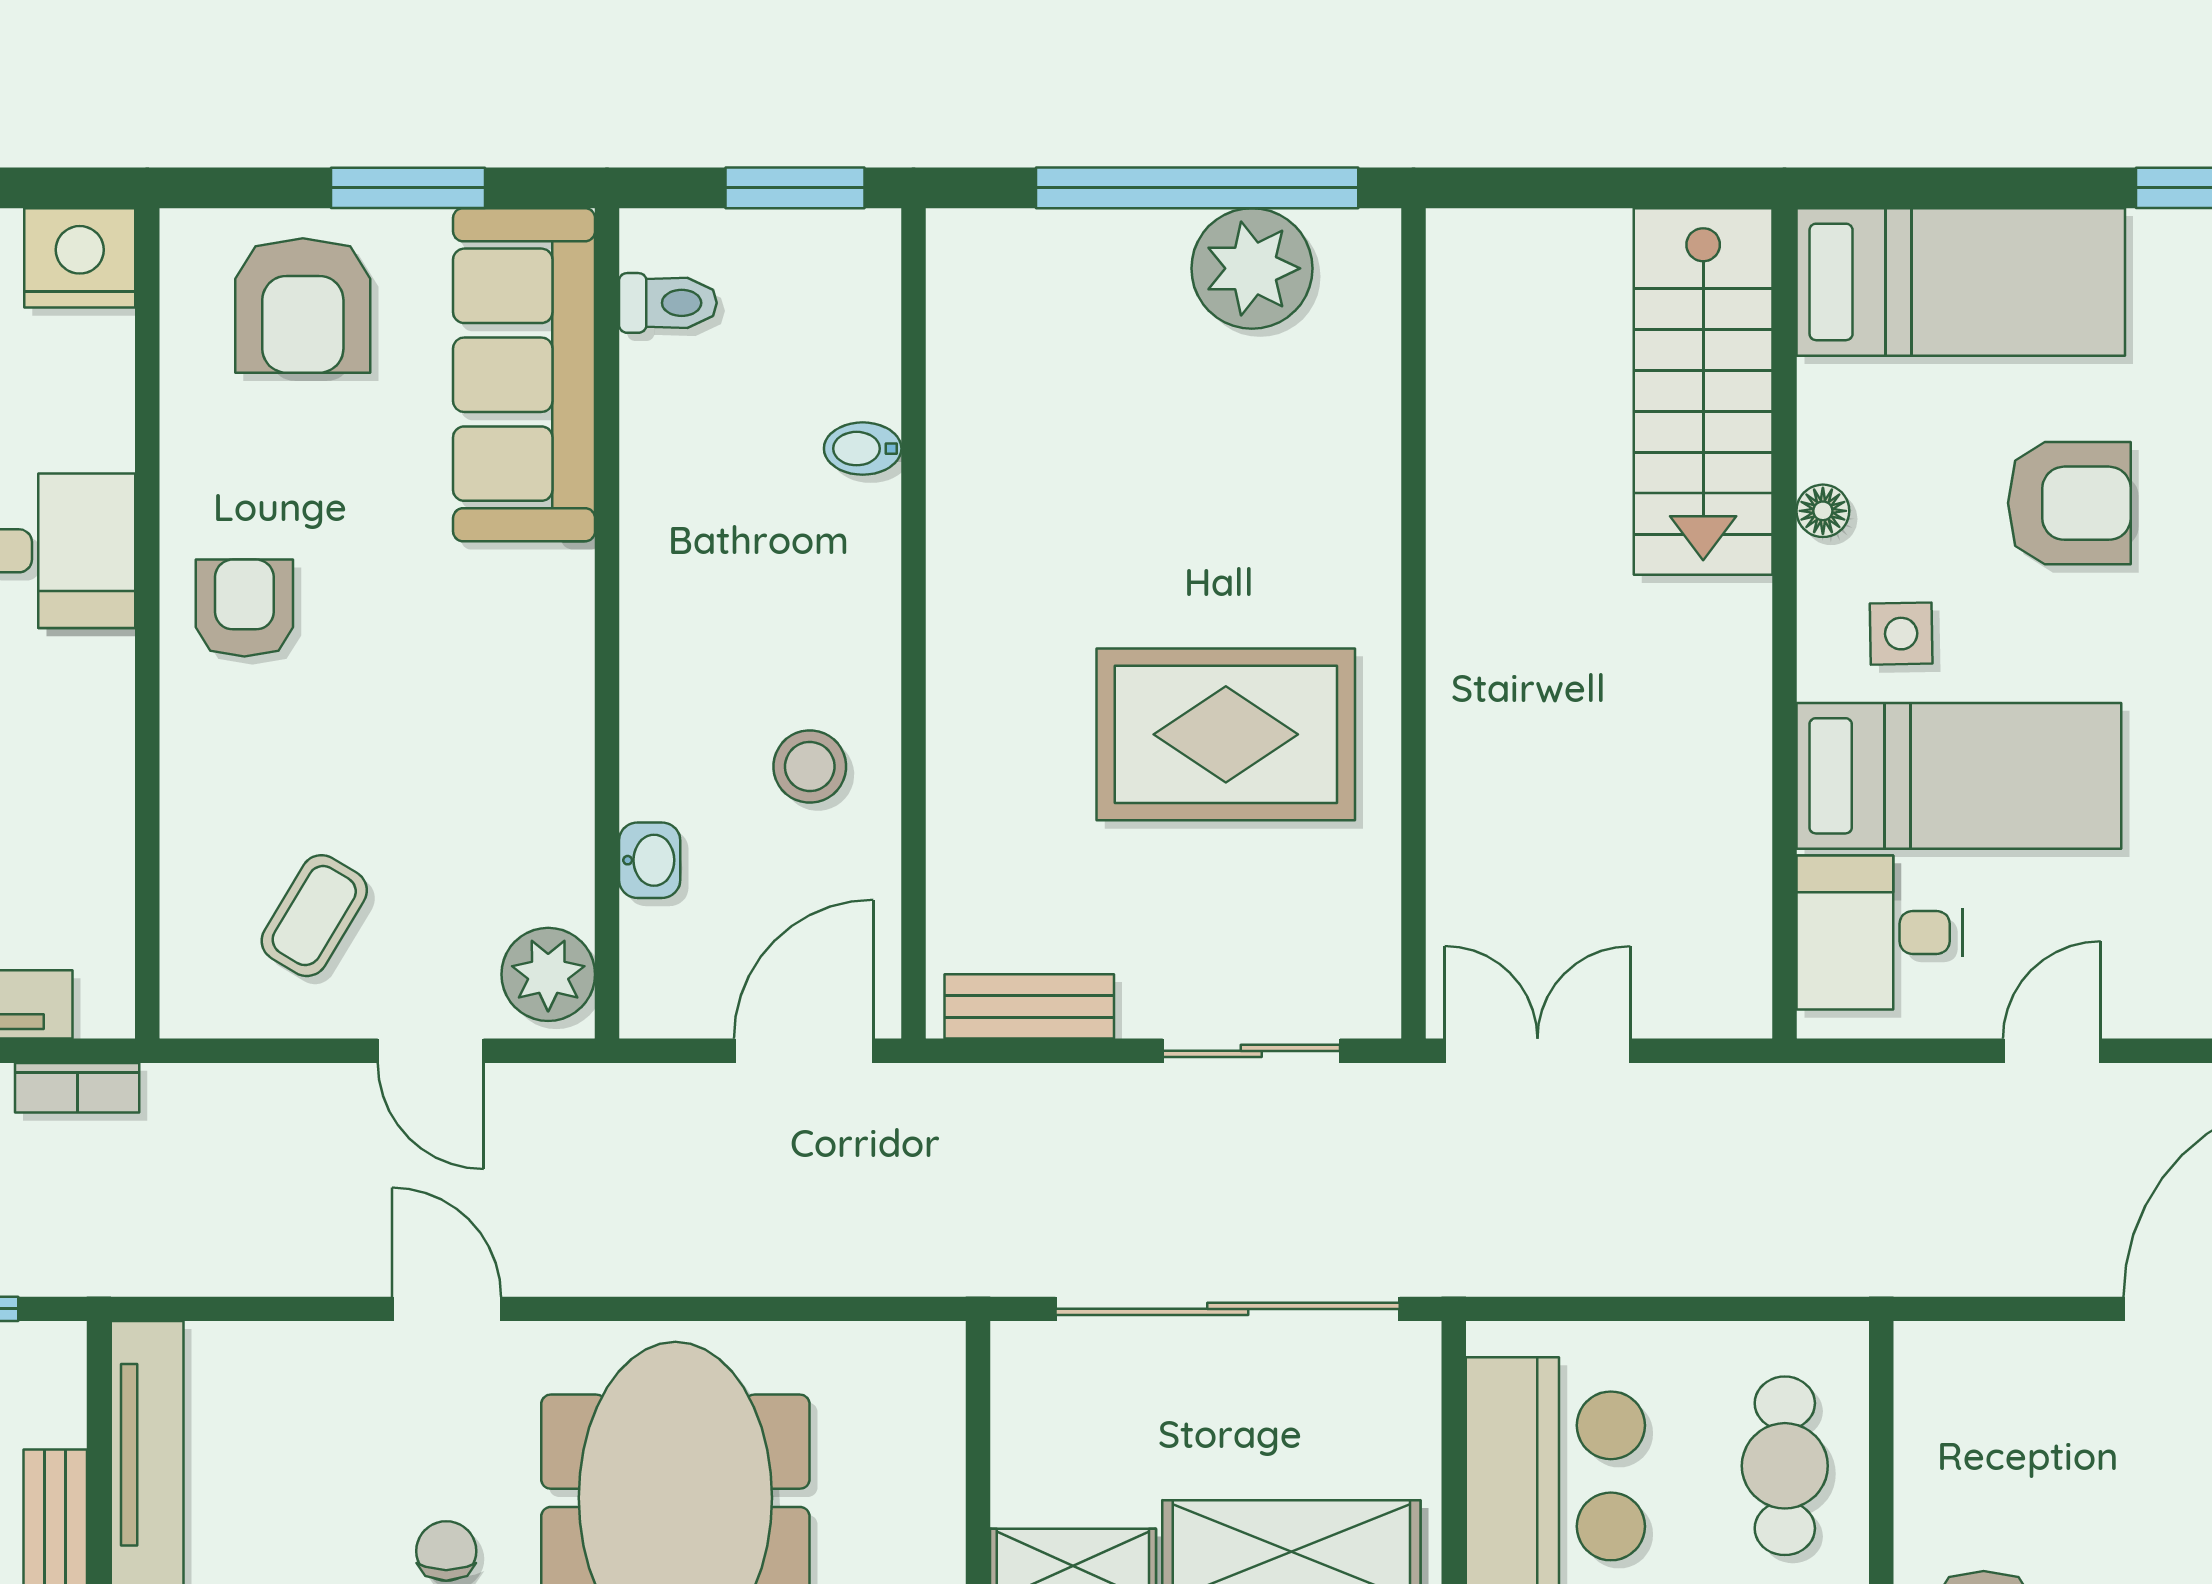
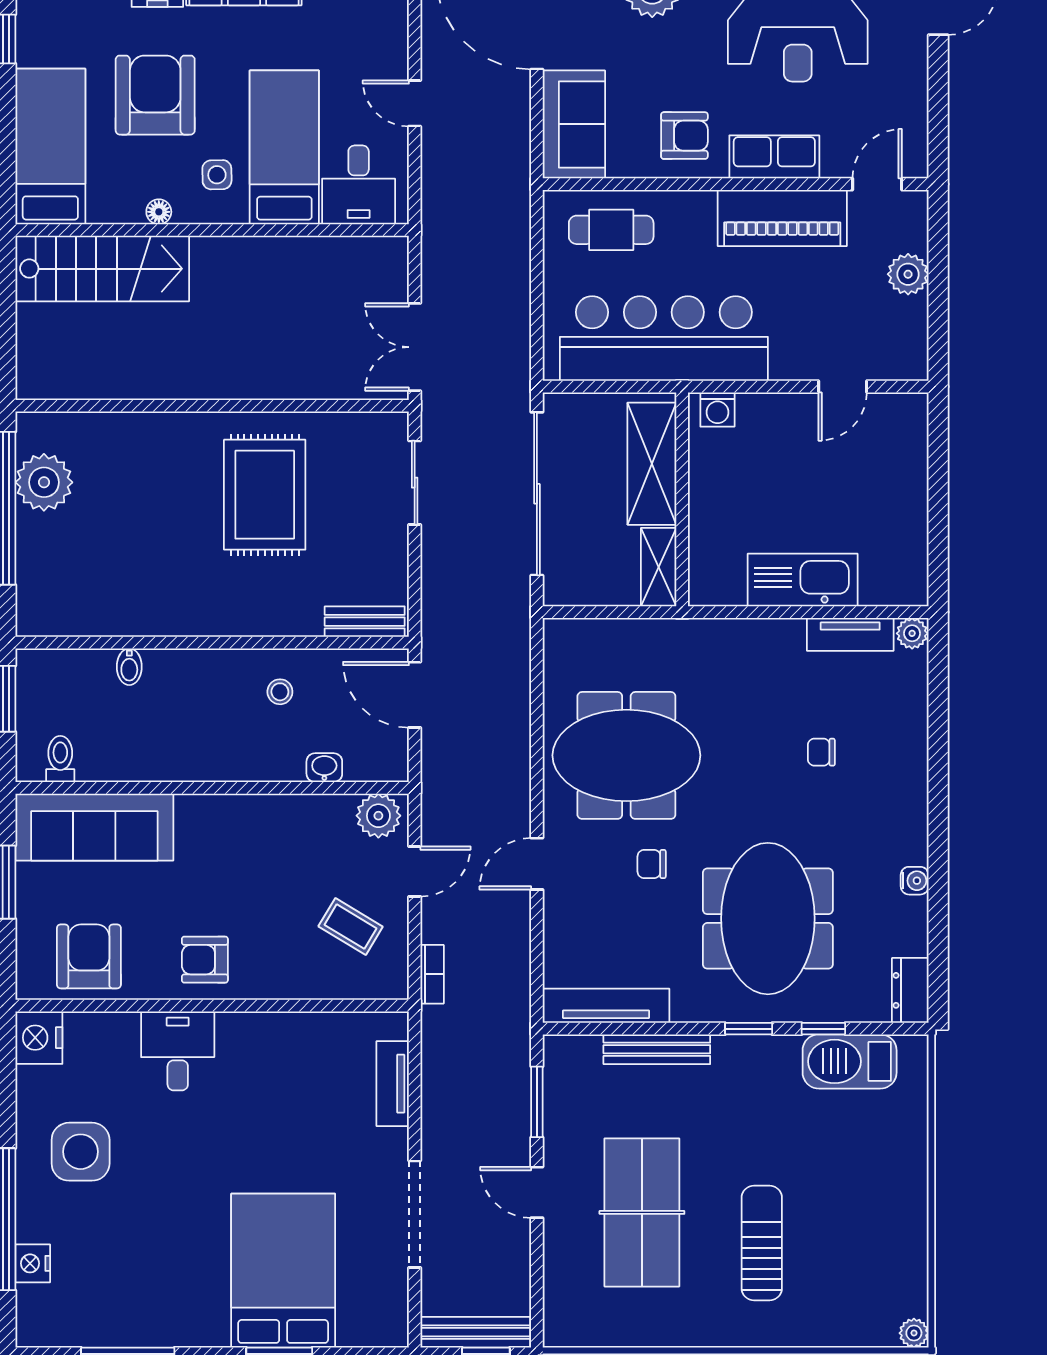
armchair: (303, 305) -> (89, 956), moved, turned -90
armchair: (2069, 503) -> (155, 95), width x1.36, depth x1.36
stool: (810, 767) -> (280, 692), width x0.73, depth x0.73
bench: (1029, 1006) -> (365, 622), moved, turned 90
bookcase: (77, 1088) -> (432, 974), moved
sofa: (2007, 1387) -> (574, 124), added

